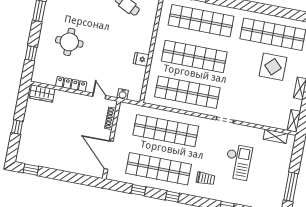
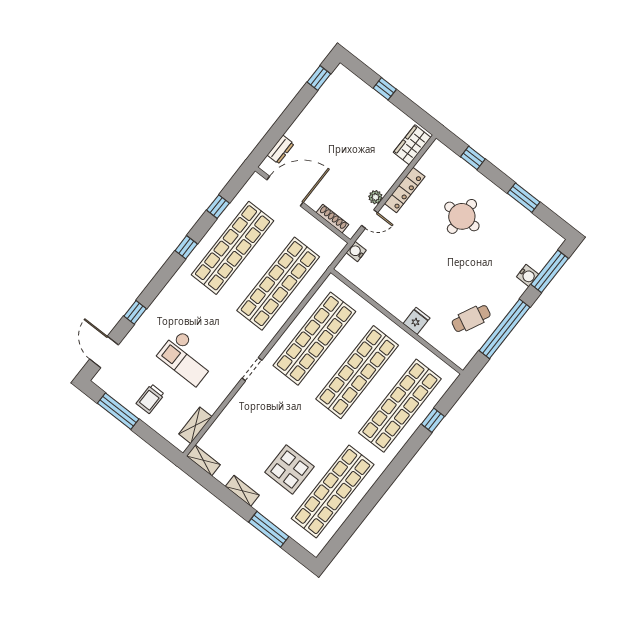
fridge: (141, 59) -> (417, 321), moved
plant: (84, 99) -> (375, 197), added
dresser: (85, 170) -> (281, 149), added
trolley: (206, 179) -> (150, 399), moved

